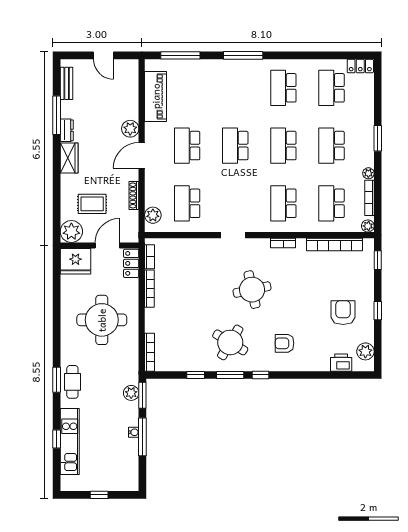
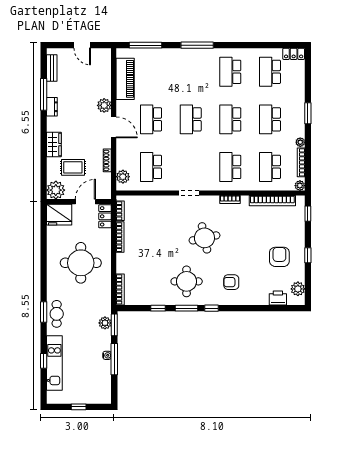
door: (142, 155) -> (114, 127), swing flipped
wardrobe: (69, 158) -> (54, 145), moved
round table: (230, 342) -> (187, 281), turned -31

